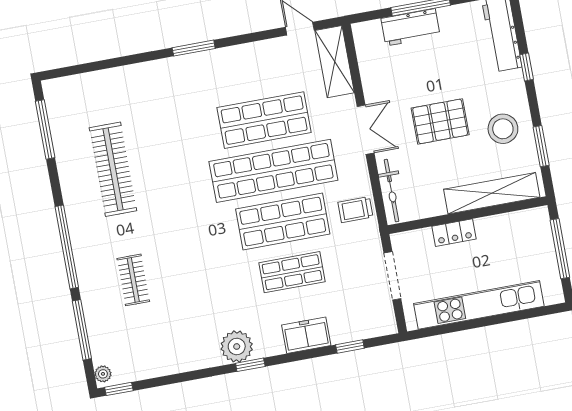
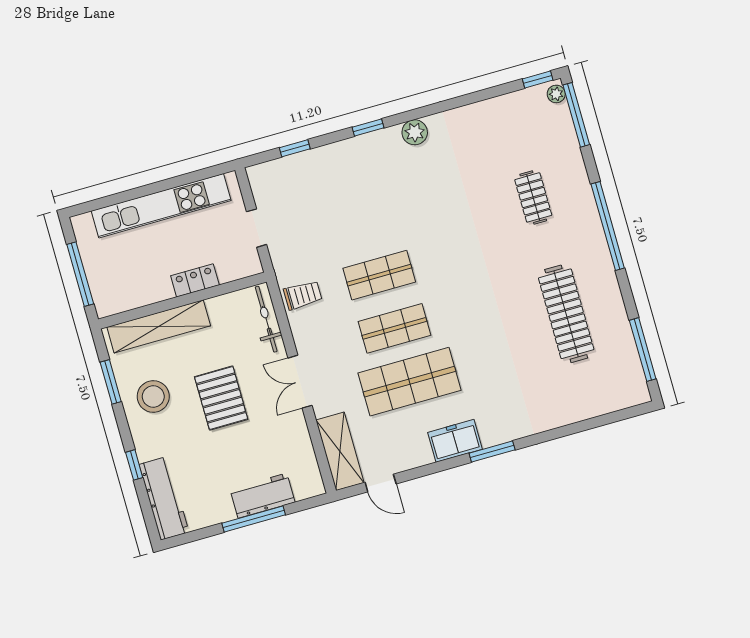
pallet: (440, 121) -> (221, 398), turned 90
shop shelf: (273, 171) -> (394, 328), width x0.50, depth x0.74
shop shelf: (283, 222) -> (379, 275), width x0.70, depth x0.74
shop shelf: (292, 272) -> (364, 222), removed
doorway: (392, 276) -> (257, 228), width x0.73
window: (82, 330) -> (576, 115), moved
freezer: (306, 335) -> (455, 441), moved, turned 180
plant: (237, 347) -> (415, 132), width x0.73, depth x0.73
window: (250, 365) -> (368, 127), moved

